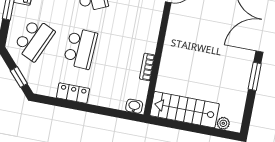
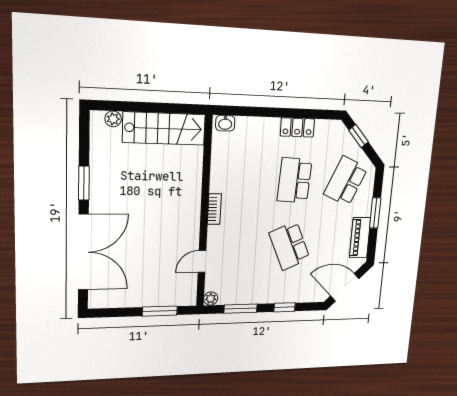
bookcase: (147, 67) -> (214, 209), moved

